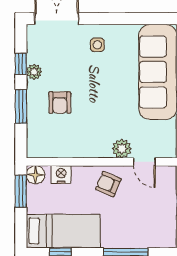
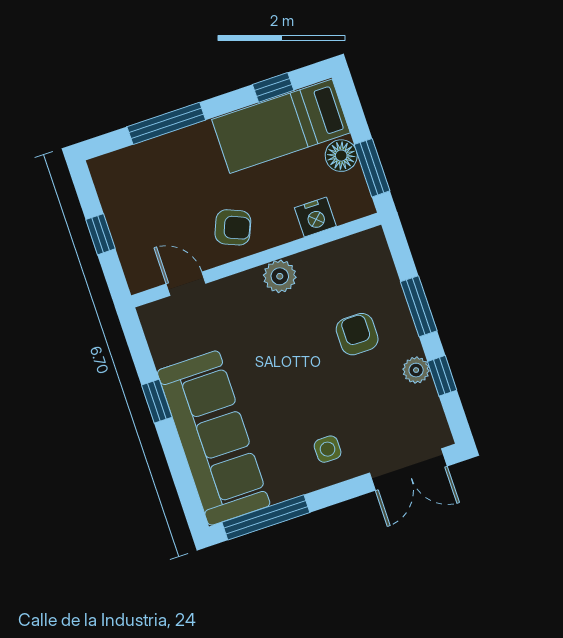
window: (144, 19) -> (266, 517), added
plant: (122, 149) -> (280, 276), moved
floor lamp: (36, 175) -> (341, 156), moved

